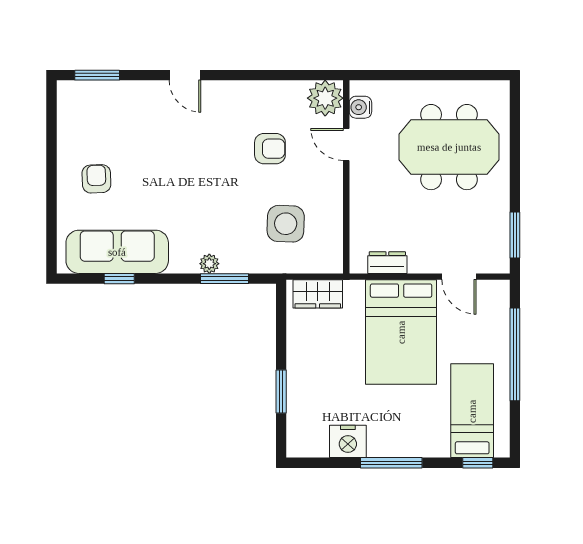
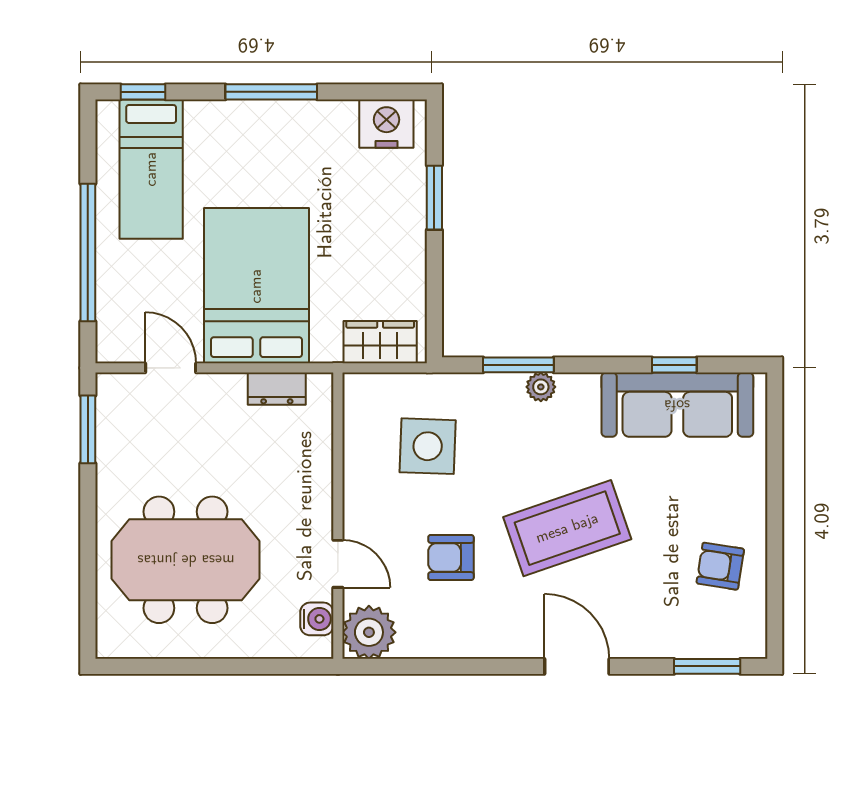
door: (185, 75) -> (577, 666), width x1.38
coffee table: (191, 168) -> (567, 528), added
armchair: (96, 179) -> (720, 566), moved, turned 101
nightstand: (348, 441) -> (386, 124), moved

